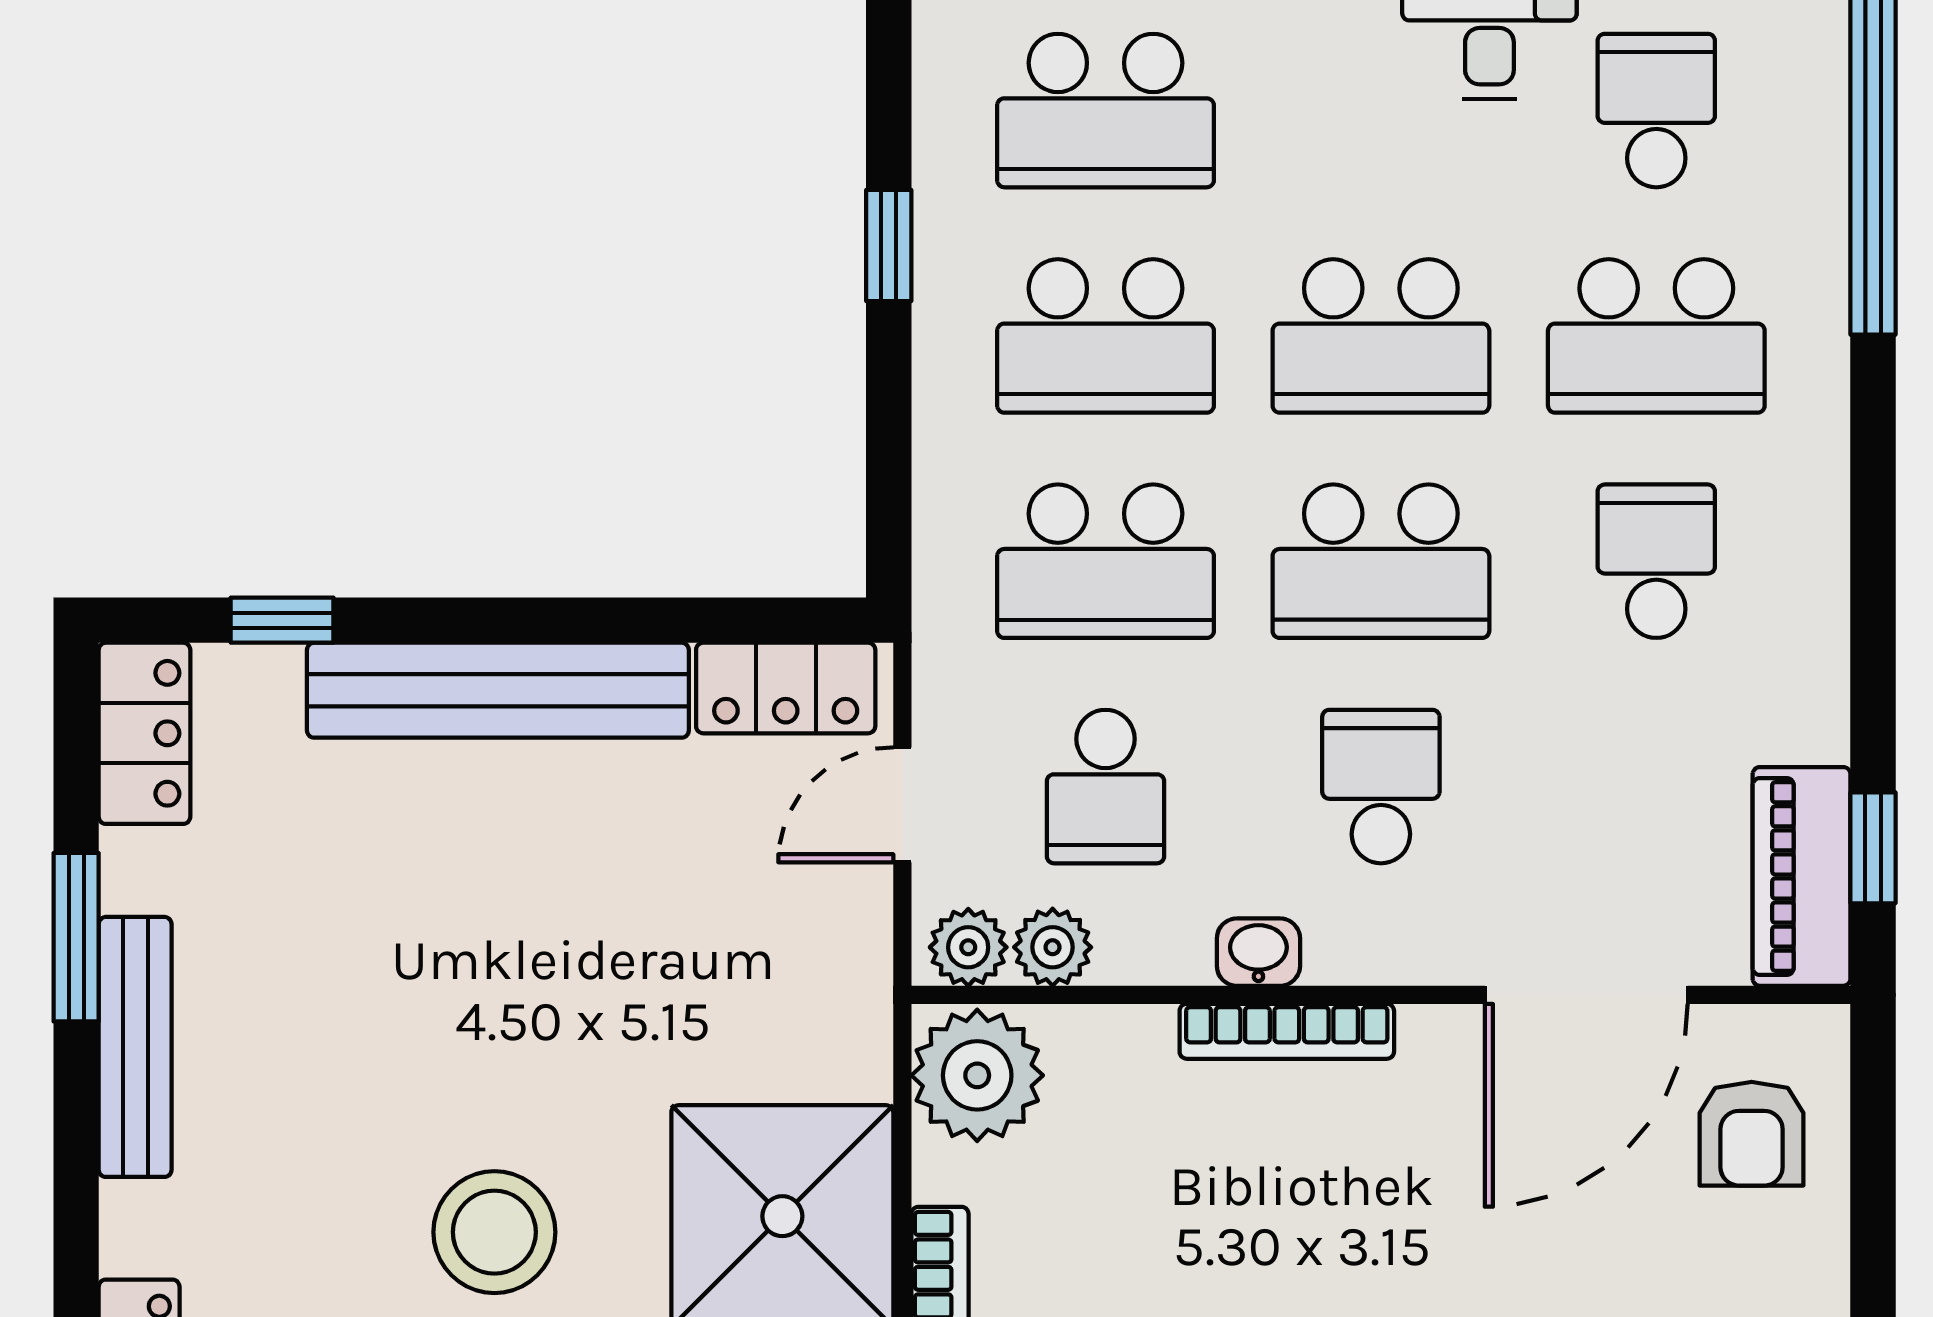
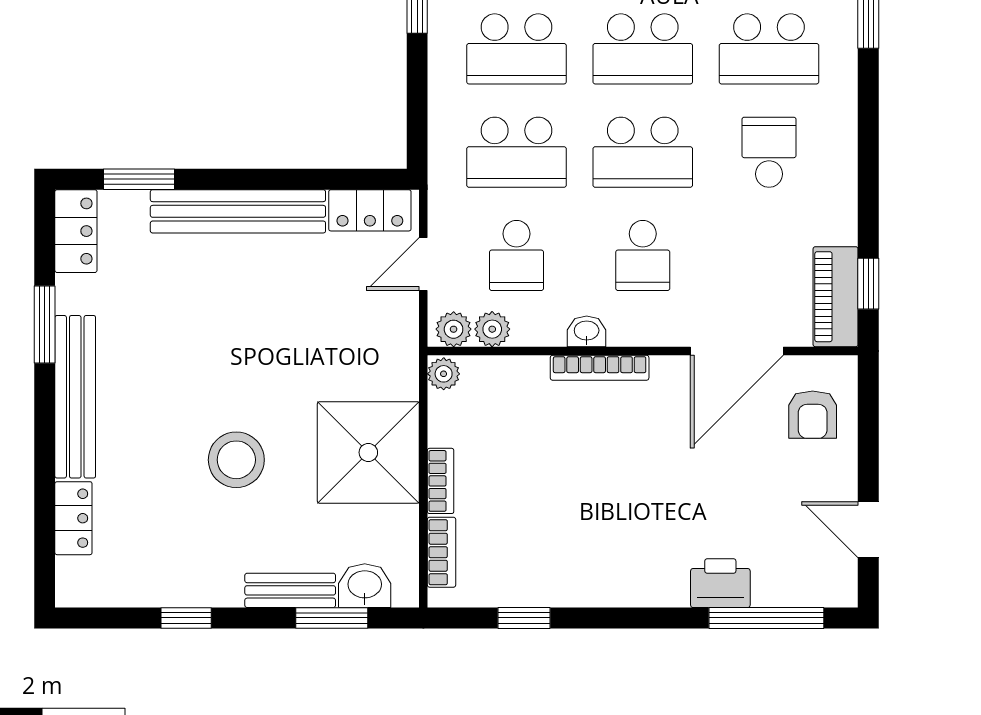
window: (282, 620) -> (139, 179), width x1.50
school desk: (1381, 787) -> (643, 256), turned 180
bench: (135, 1047) -> (75, 397), width x1.37, depth x1.21
plant: (977, 1075) -> (444, 374), width x0.53, depth x0.53

